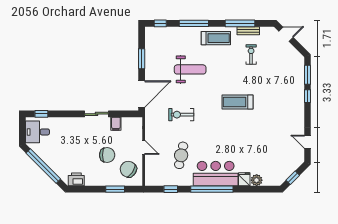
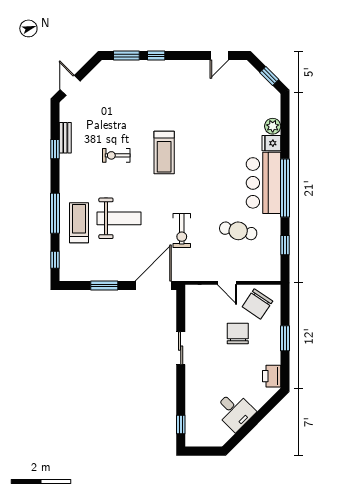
window: (240, 23) -> (55, 149), width x0.46
treadmill: (216, 38) -> (79, 223), moved
exercise bike: (251, 54) -> (116, 155), moved
weight bench: (190, 69) -> (119, 218), turned 90
door: (142, 94) -> (153, 286), hinge flipped
filing cabinet: (116, 124) -> (194, 321), removed
desk: (37, 132) -> (235, 411), moved, turned -45
door: (144, 147) -> (227, 283), swing flipped
window: (43, 166) -> (253, 422), removed
window: (115, 189) -> (285, 338), moved

